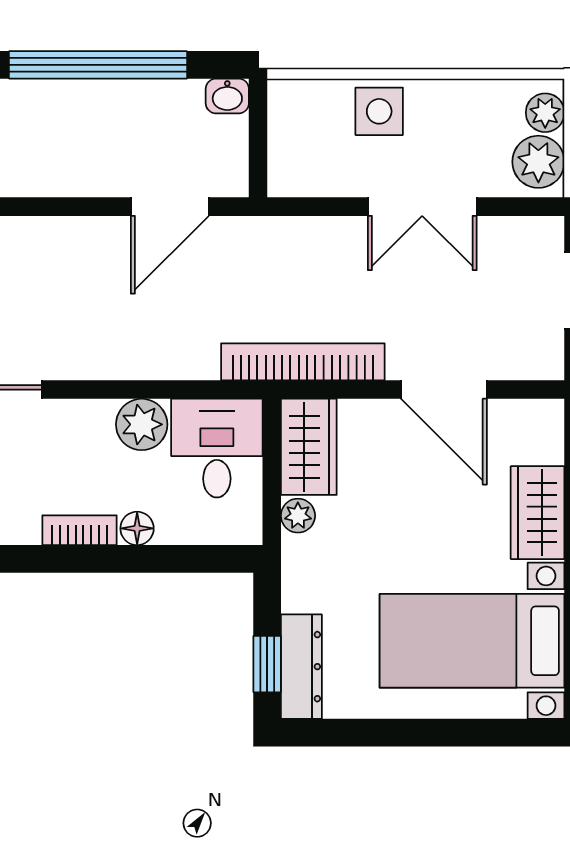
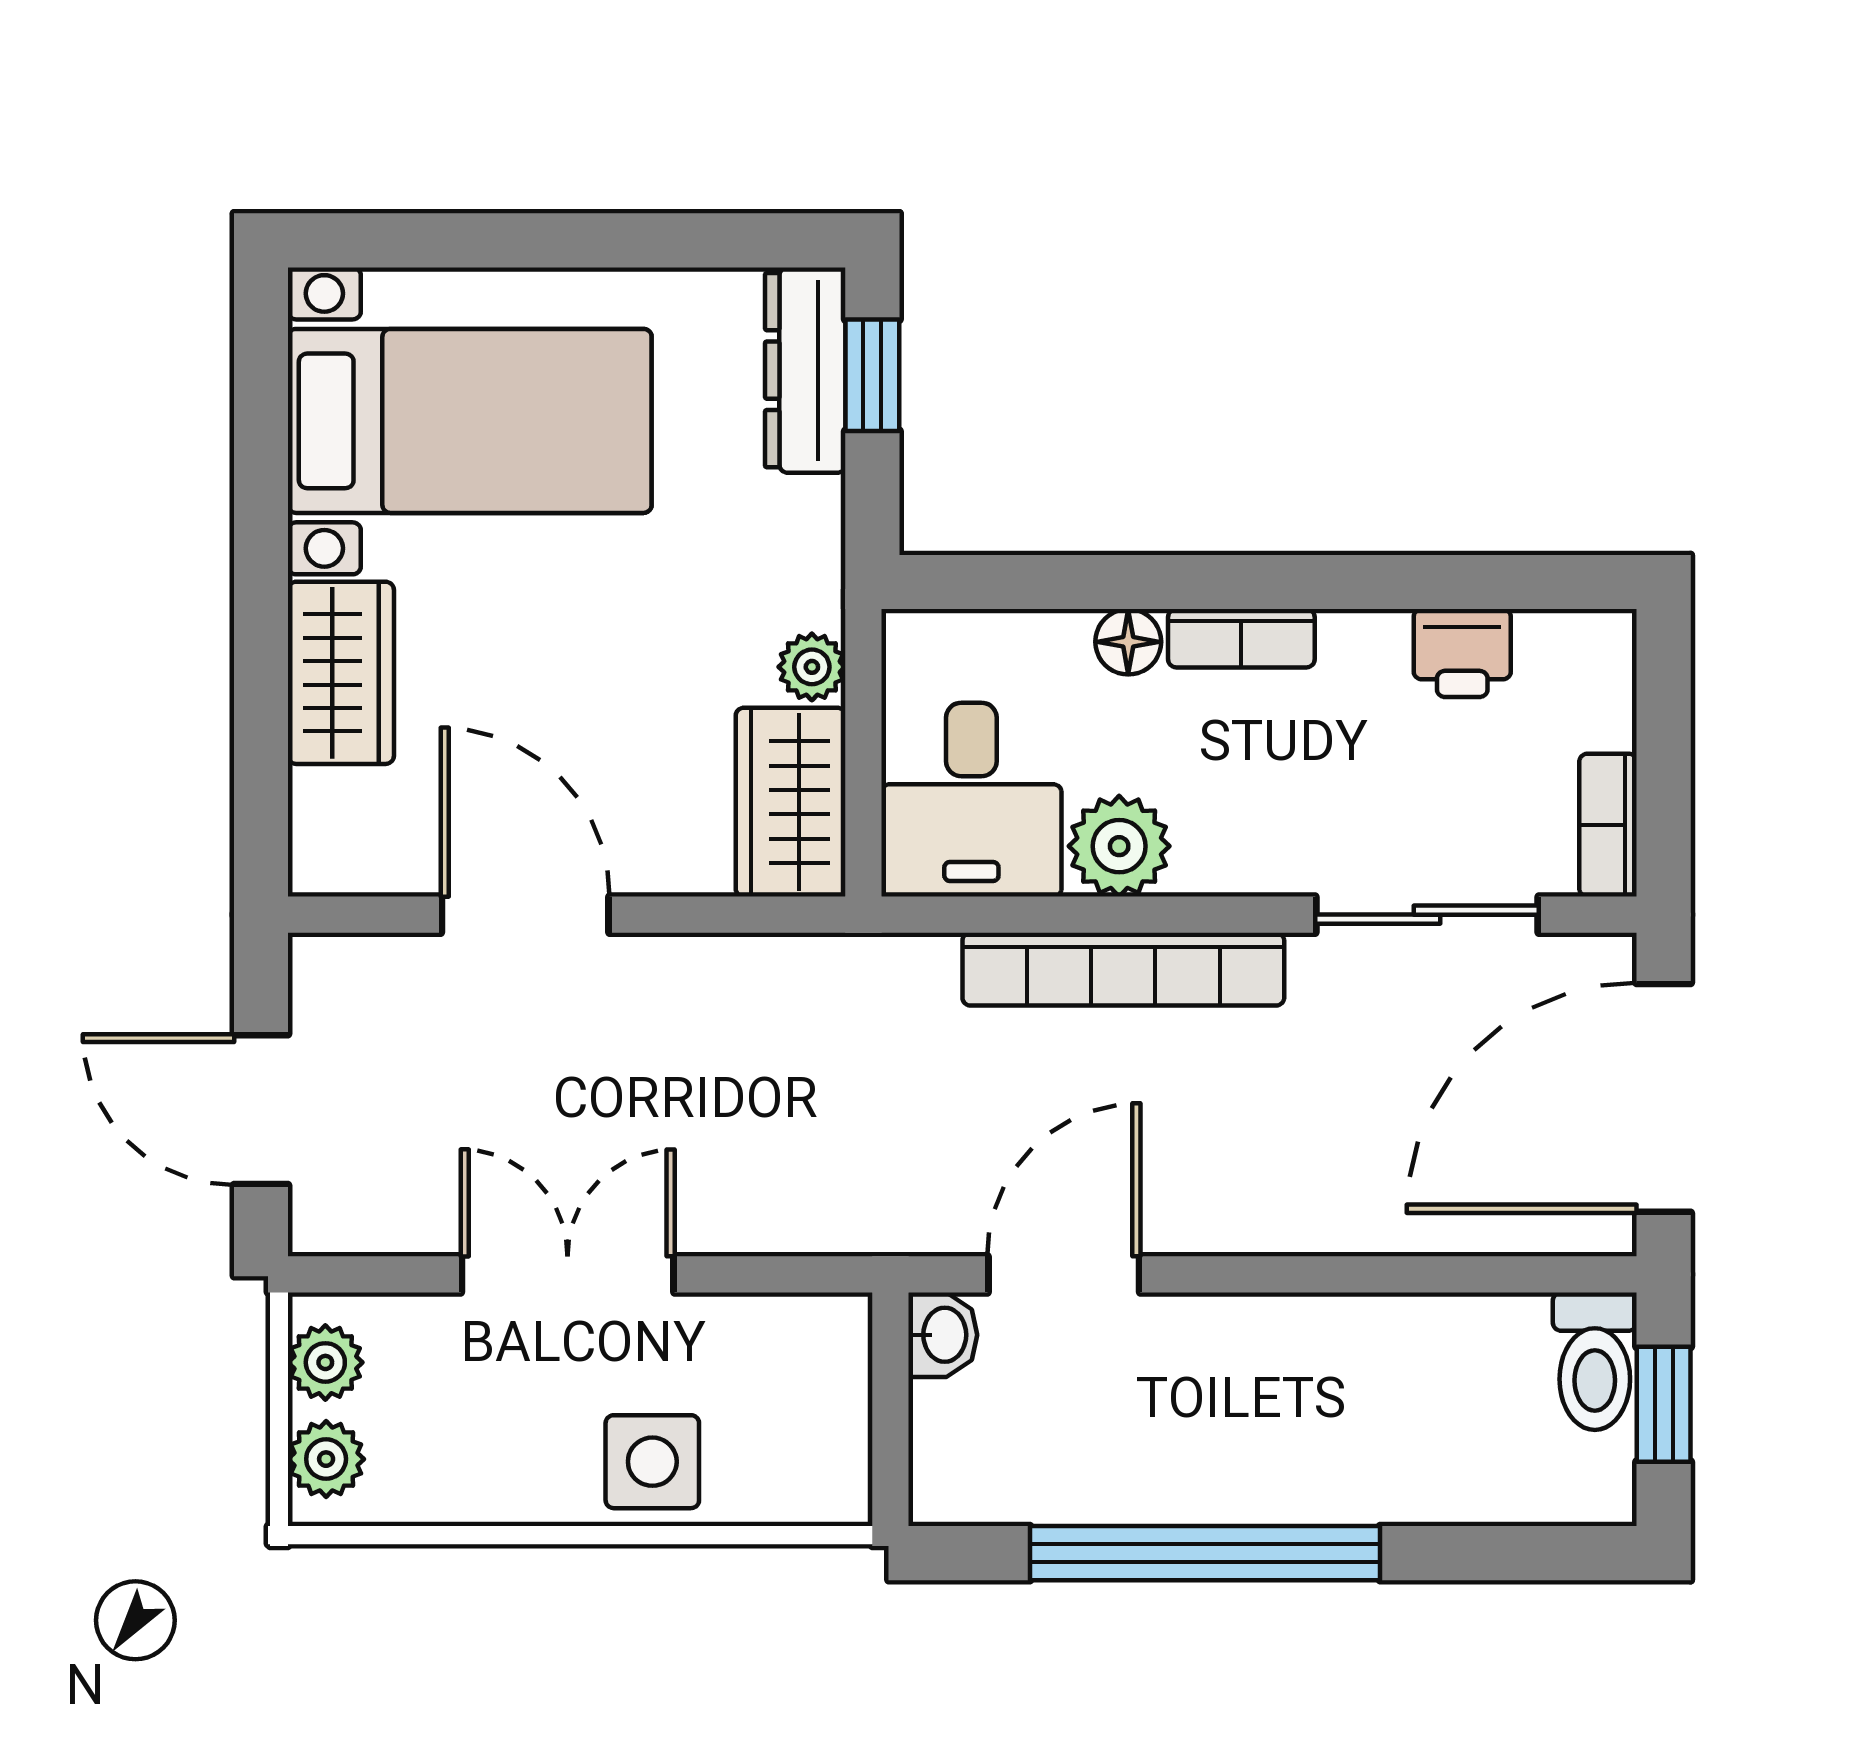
washbasin: (227, 96) -> (943, 1335), moved, turned 90
plant: (538, 162) -> (325, 1362), width x0.73, depth x0.73
bookcase: (303, 362) -> (1123, 969), moved

